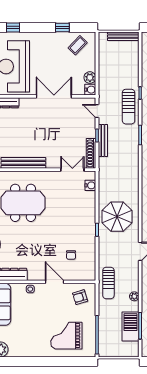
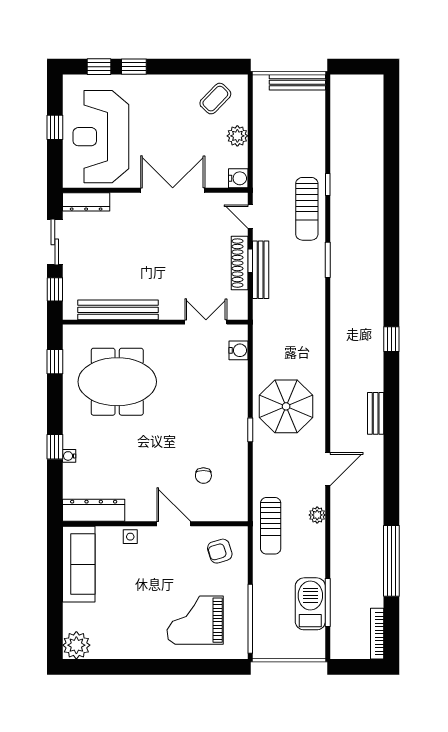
window: (62, 27) -> (134, 67), moved
plant: (90, 78) -> (237, 136), moved
shoe rack: (91, 153) -> (240, 263), moved
plant: (134, 296) -> (317, 515), moved

